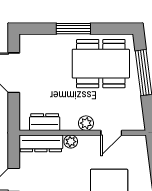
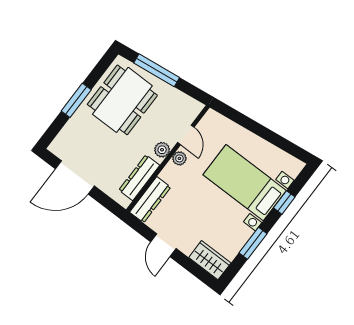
dresser: (45, 122) -> (139, 178), width x1.44
plant: (71, 142) -> (179, 158), moved

